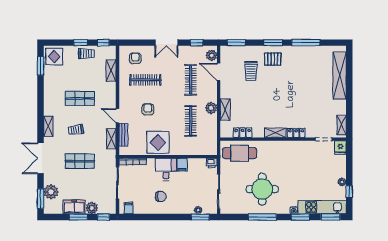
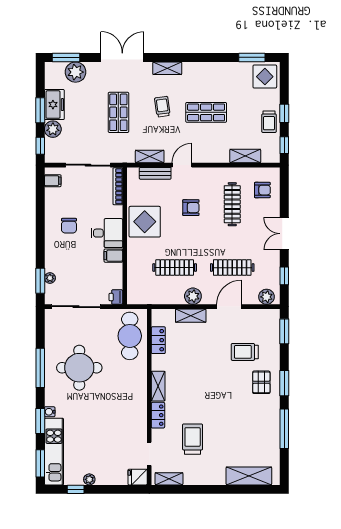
door: (219, 72) -> (229, 307), moved
shelving: (340, 76) -> (249, 476), width x0.68
shop shelf: (80, 99) -> (206, 112), turned 90
trolley: (313, 108) -> (193, 439), added

